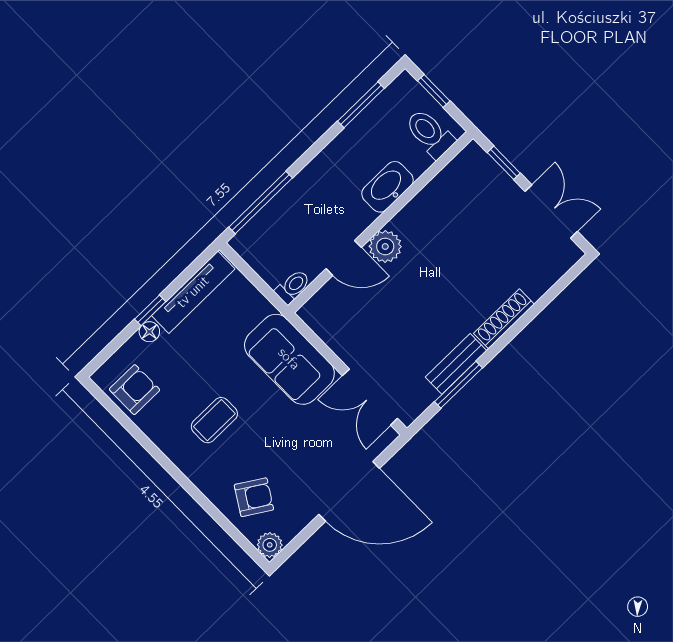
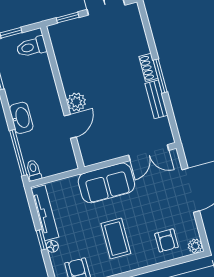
washbasin: (388, 187) -> (21, 118), moved, turned 180
toilet: (293, 287) -> (34, 170), moved
shoe rack: (504, 319) -> (148, 67), width x0.70
window: (458, 385) -> (160, 76), moved
coffee table: (214, 420) -> (116, 239), width x1.36, depth x1.30
armchair: (254, 497) -> (166, 240), turned 148

